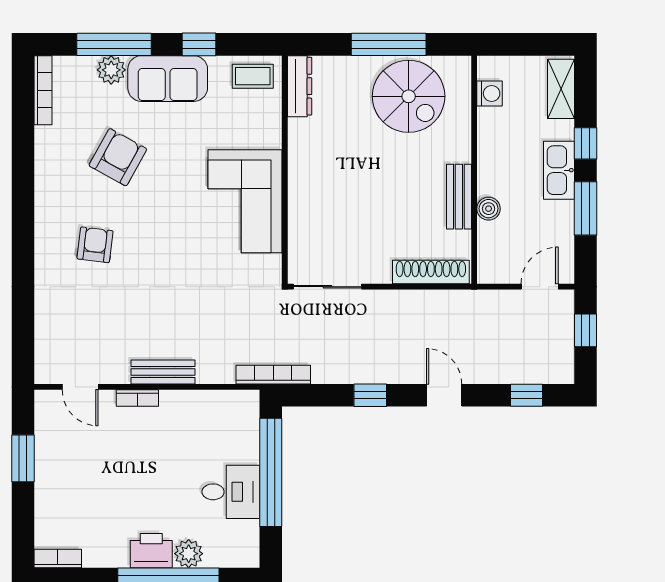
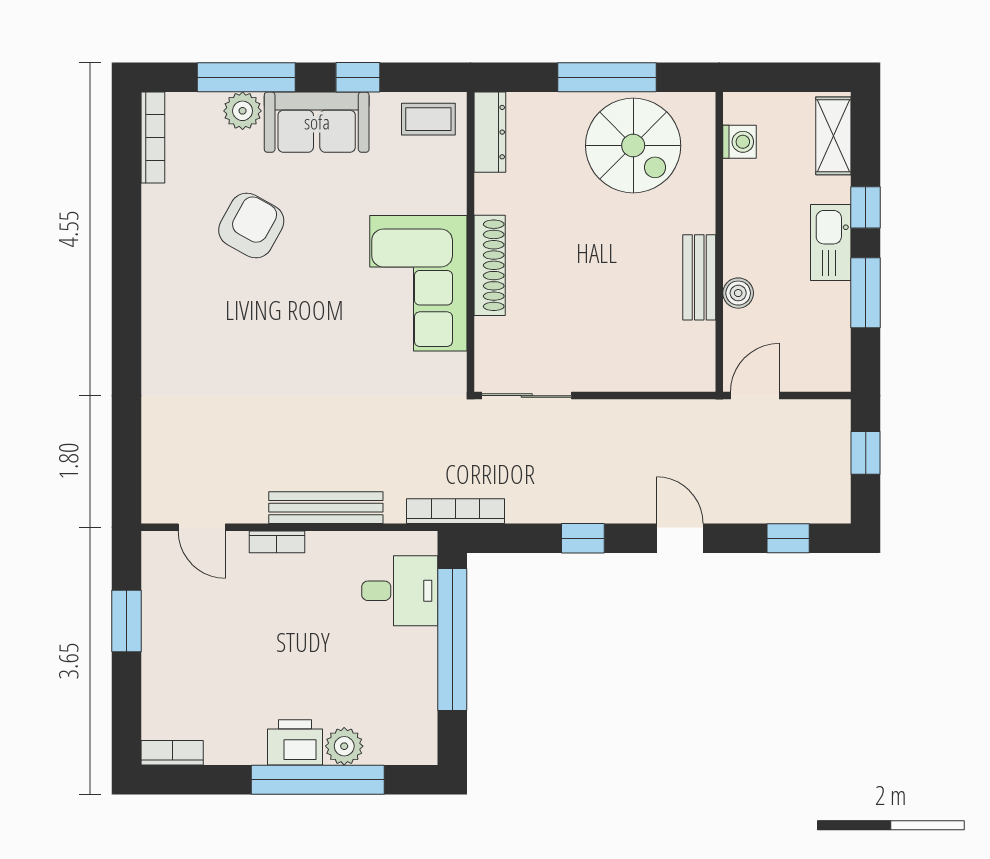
armchair: (95, 245) -> (221, 341), removed
shoe rack: (431, 272) -> (490, 265), moved, turned 90
door: (540, 287) -> (755, 396), moved
bench: (163, 372) -> (326, 508), width x1.36
desk: (231, 492) -> (400, 591), moved

